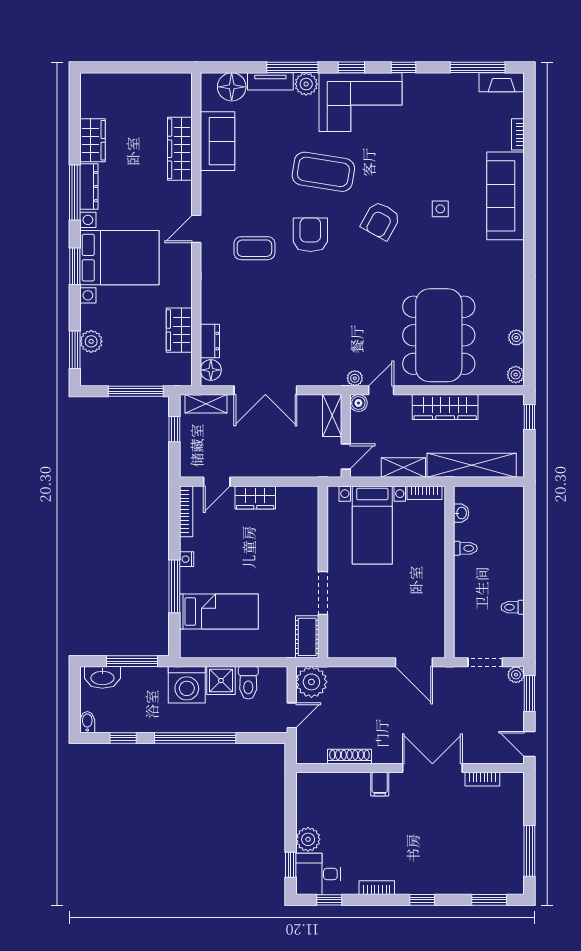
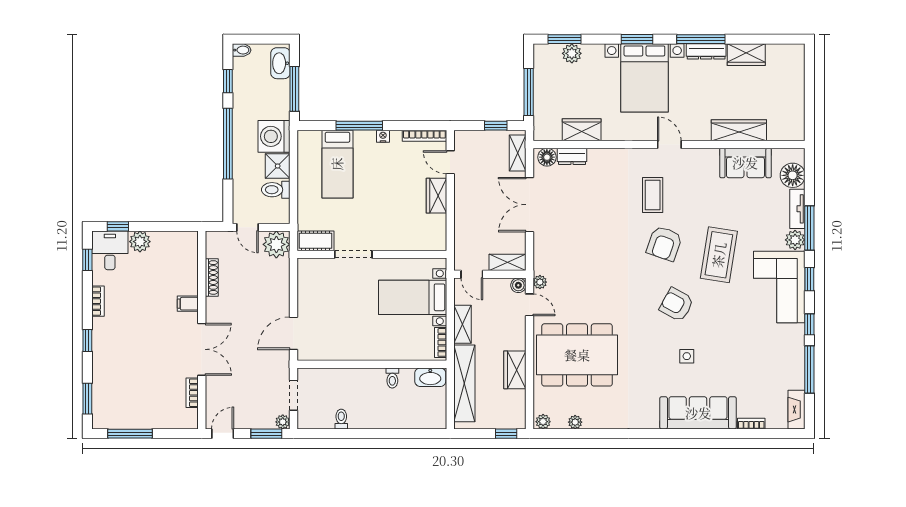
window: (478, 67) -> (809, 369), moved
armchair: (310, 235) -> (664, 243), turned 109
wardrobe: (445, 407) -> (515, 370), width x0.67
washbasin: (461, 513) -> (430, 377), width x1.91, depth x1.45

